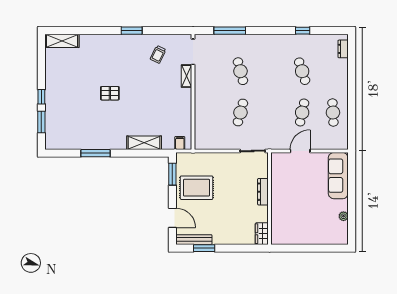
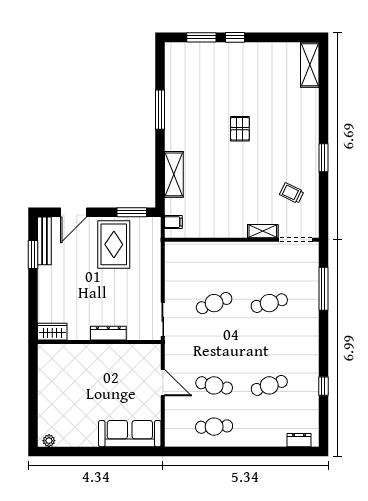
cafe table: (240, 112) -> (214, 303), turned -36
plant: (343, 216) -> (49, 441), moved

